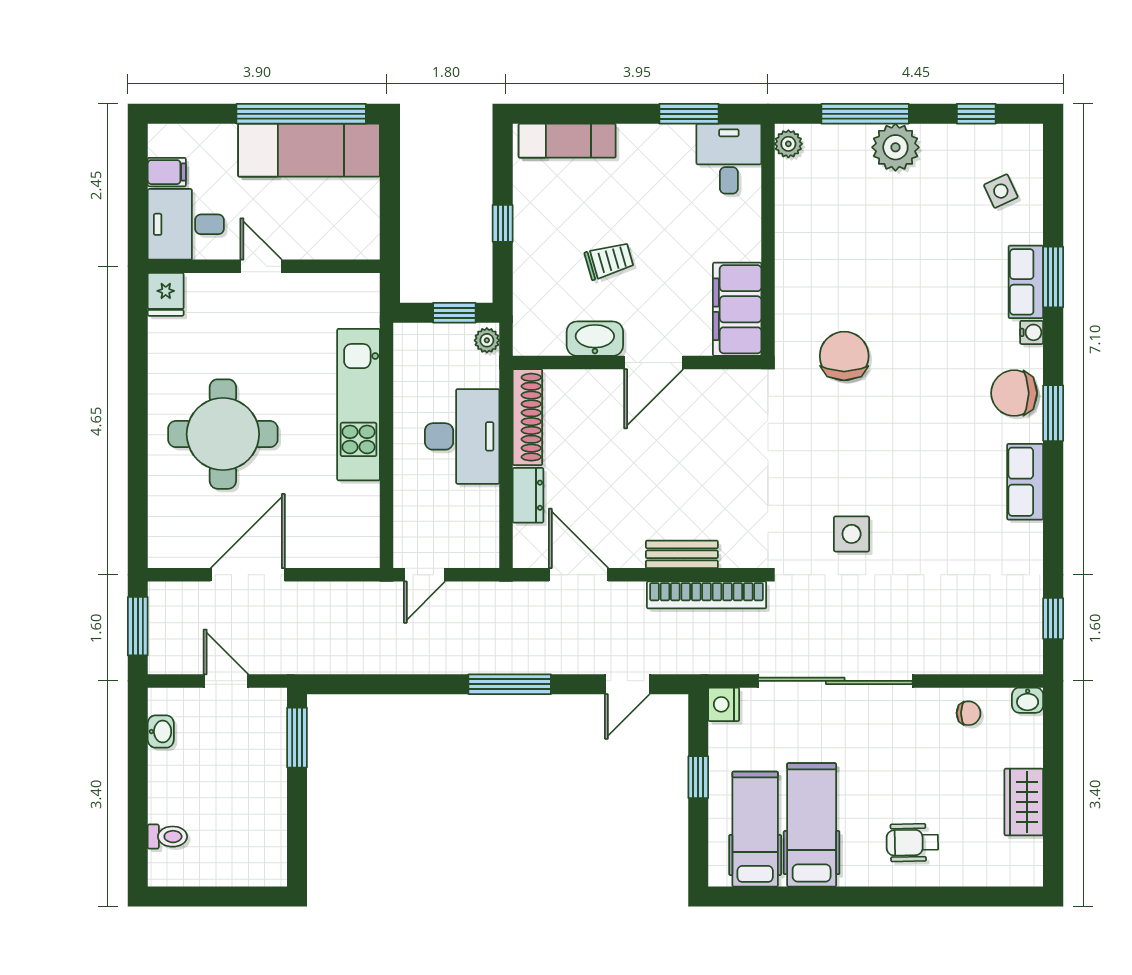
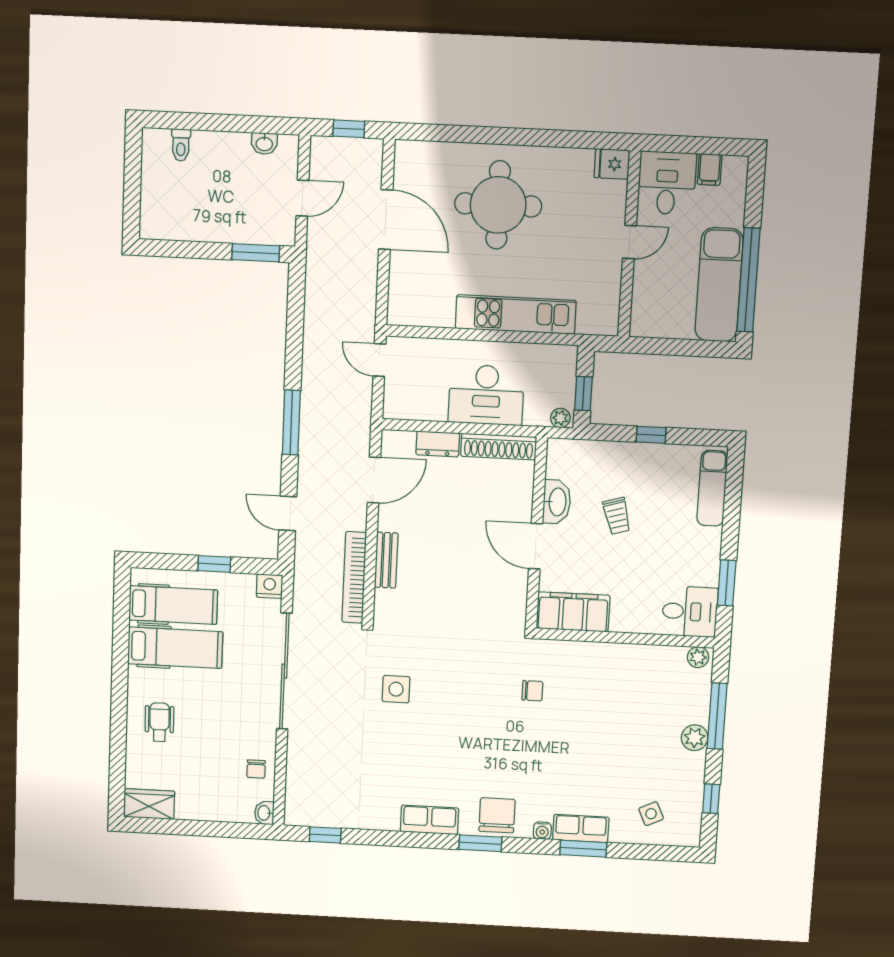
plant: (895, 147) -> (695, 738), width x0.73, depth x0.73
chair: (844, 356) -> (532, 691), width x0.54, depth x0.54
window: (138, 626) -> (349, 129), width x0.67
wardrobe: (1024, 802) -> (149, 804), moved

